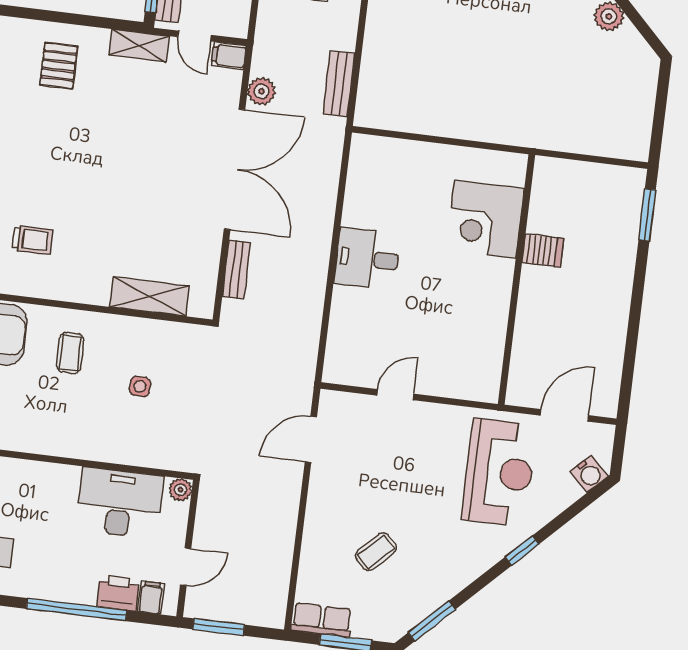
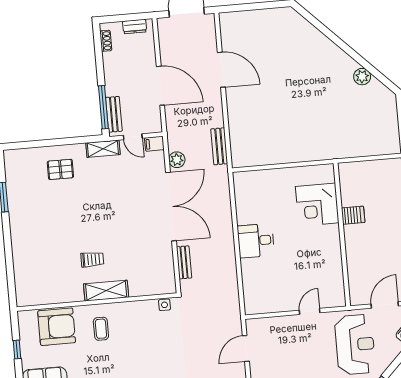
pallet: (59, 66) -> (60, 169), turned 90
trolley: (33, 240) -> (92, 259), moved
shelving: (149, 297) -> (106, 291), moved
side table: (140, 386) -> (164, 305), moved
door: (395, 395) -> (310, 311), moved

